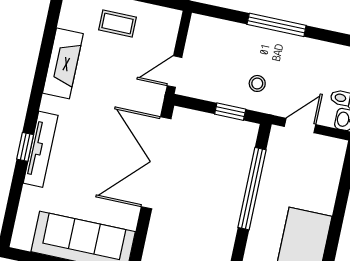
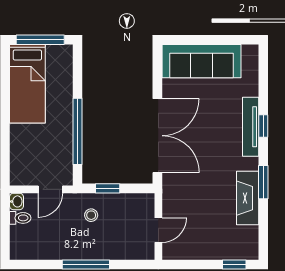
coffee table: (117, 24) -> (211, 239), removed
door: (174, 72) -> (158, 230), moved
window: (40, 79) -> (263, 182), added

